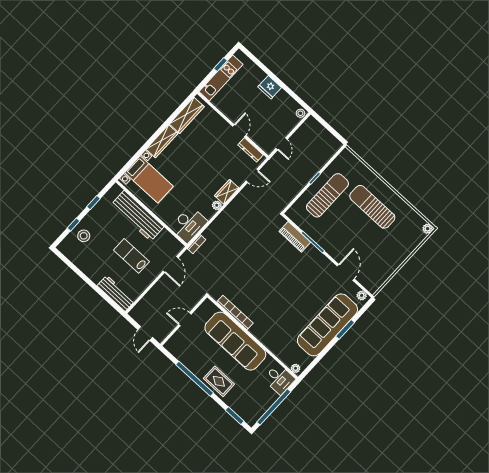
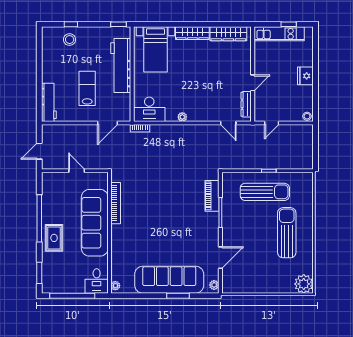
wardrobe: (227, 192) -> (199, 115), removed
window: (94, 203) -> (118, 24), moved
plant: (428, 229) -> (304, 284), width x1.87, depth x1.87

